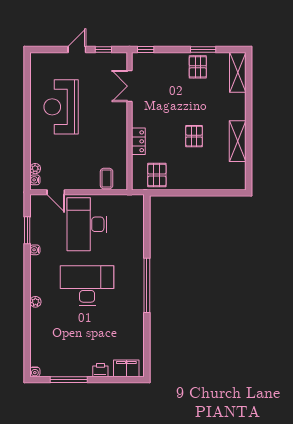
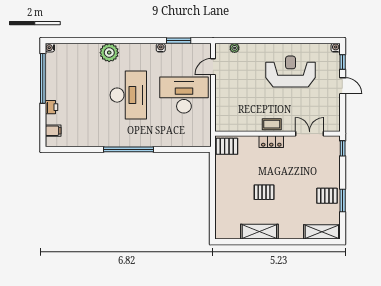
window: (103, 49) -> (343, 62), moved
locker: (138, 141) -> (271, 142), moved
pallet: (157, 175) -> (227, 146), moved
coffee table: (107, 179) -> (272, 124), moved
water cooler: (35, 180) -> (336, 48), moved
plant: (35, 302) -> (109, 53), width x1.88, depth x1.88
filing cabinet: (126, 368) -> (53, 131), width x0.50
window: (69, 380) -> (43, 78), width x1.46

